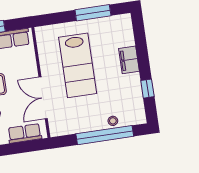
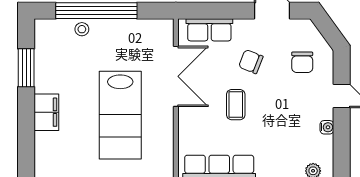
lab bench: (78, 65) -> (120, 115), turned 180
window: (147, 89) -> (26, 68), width x1.50

